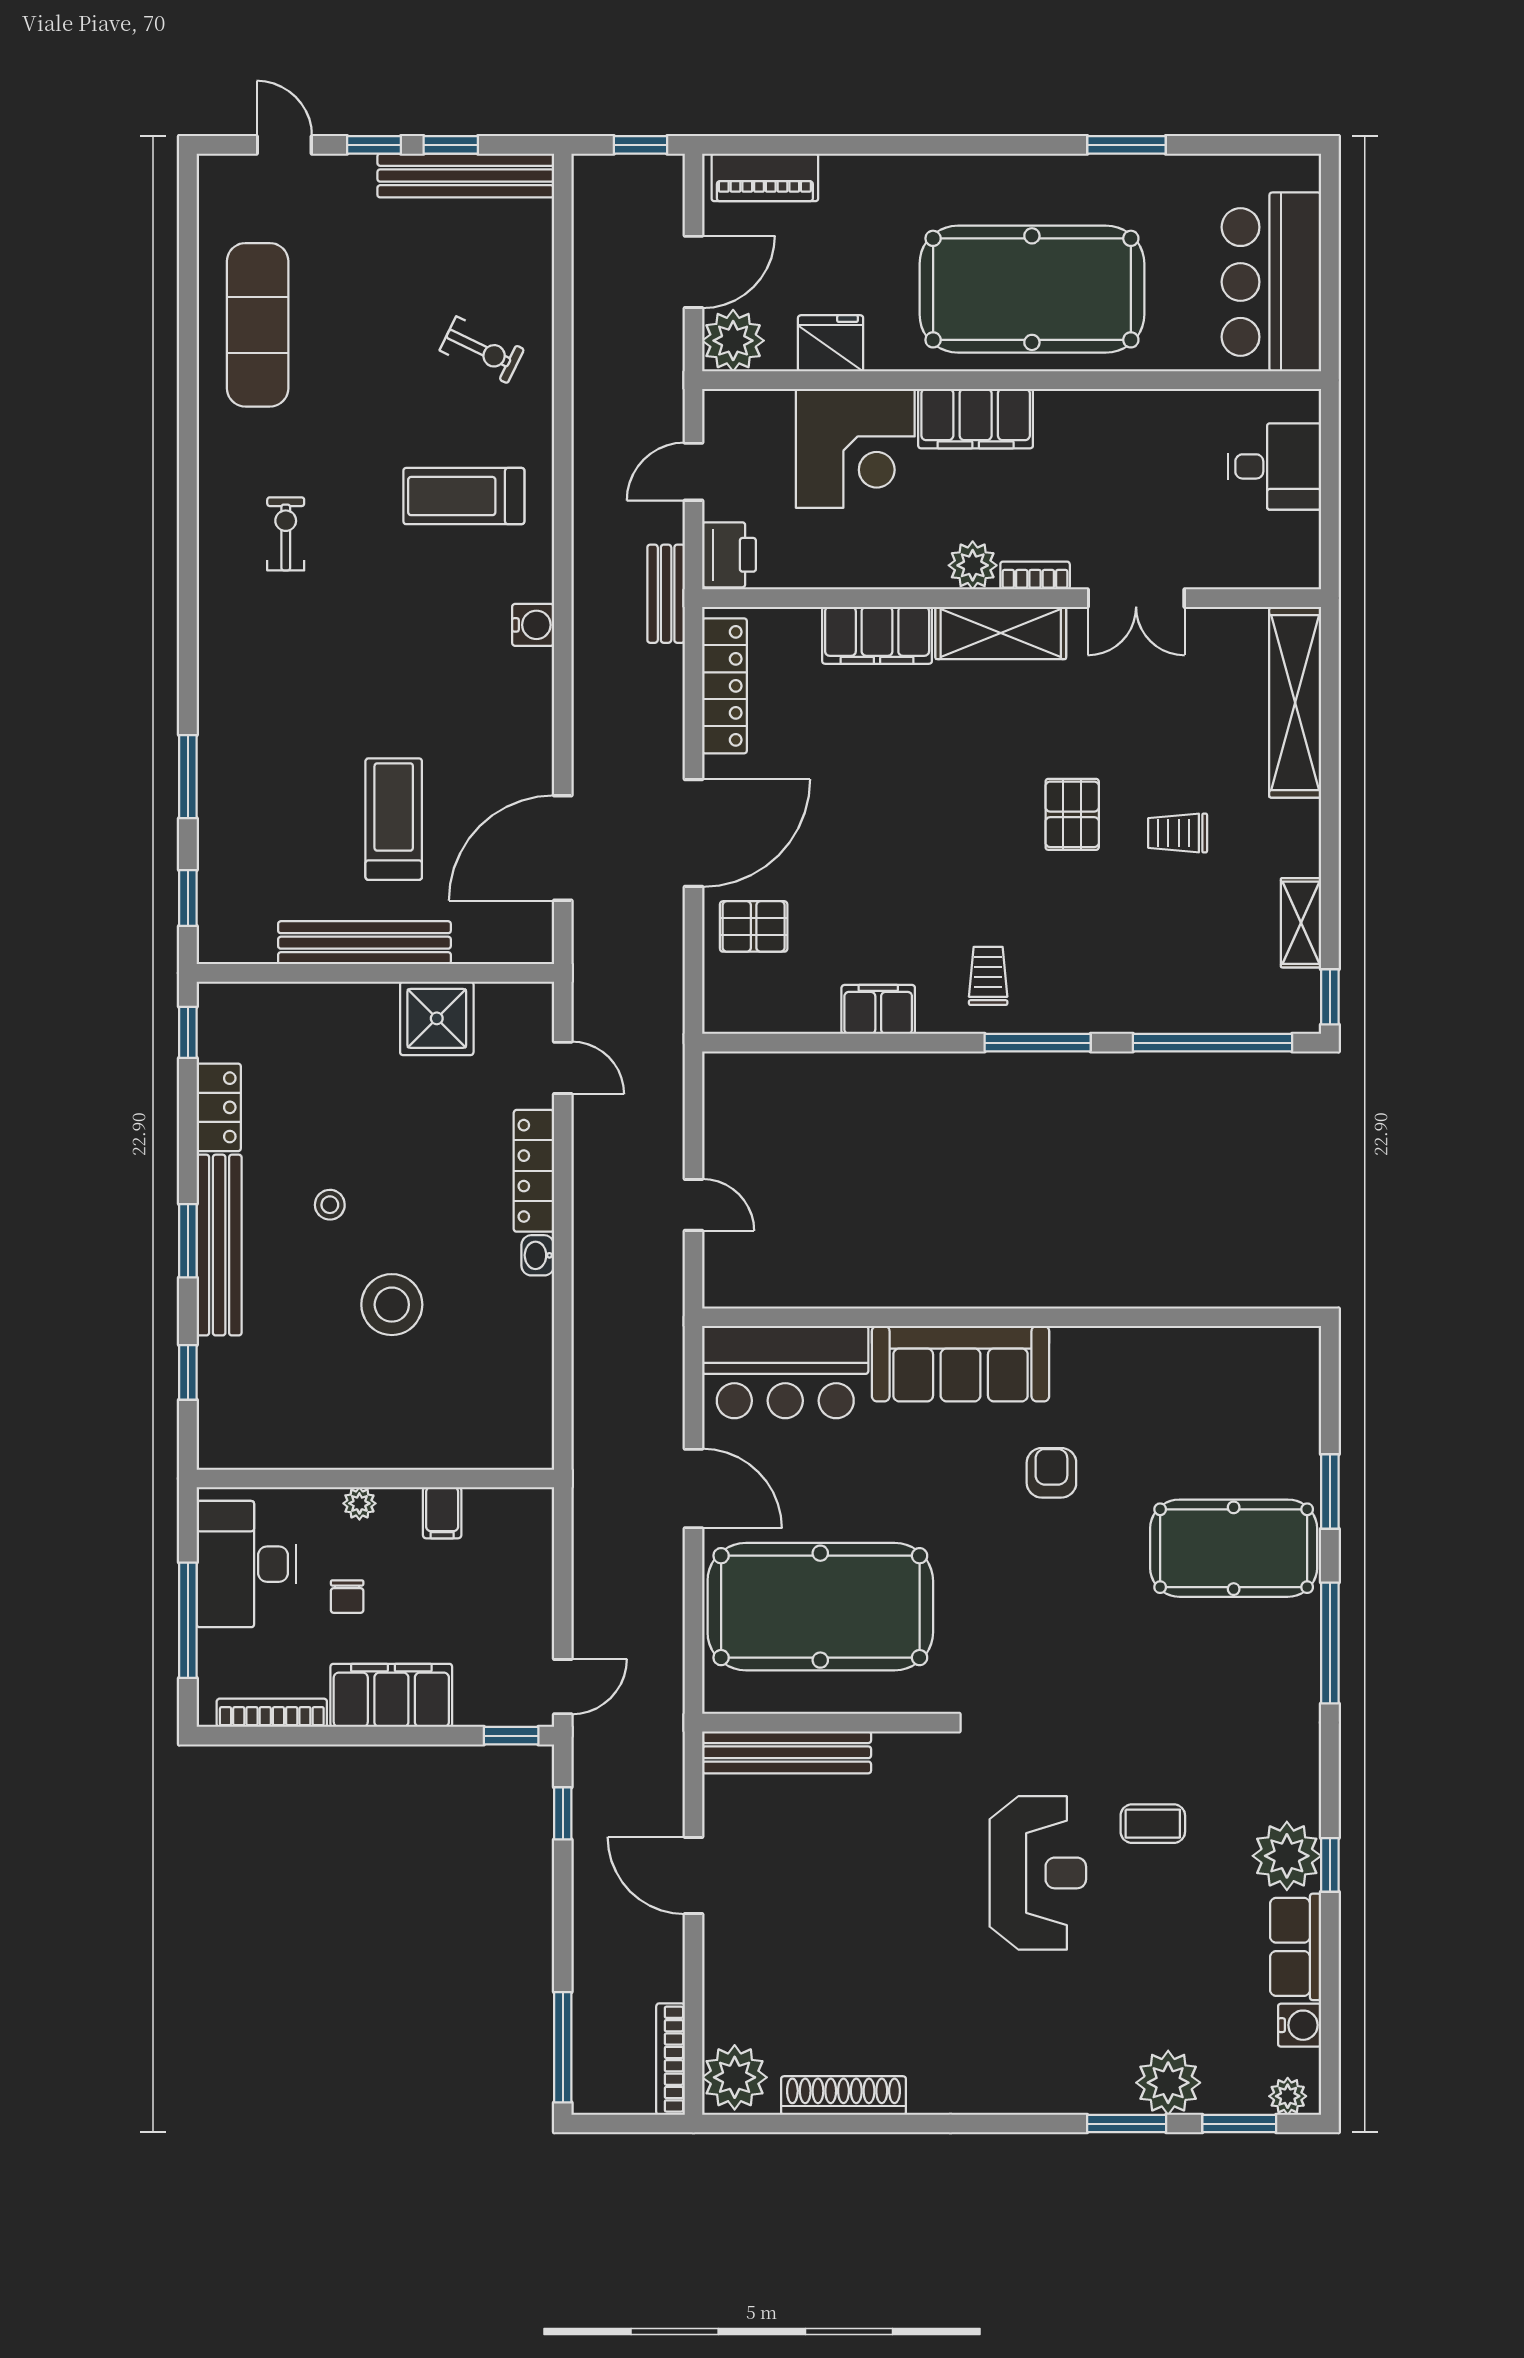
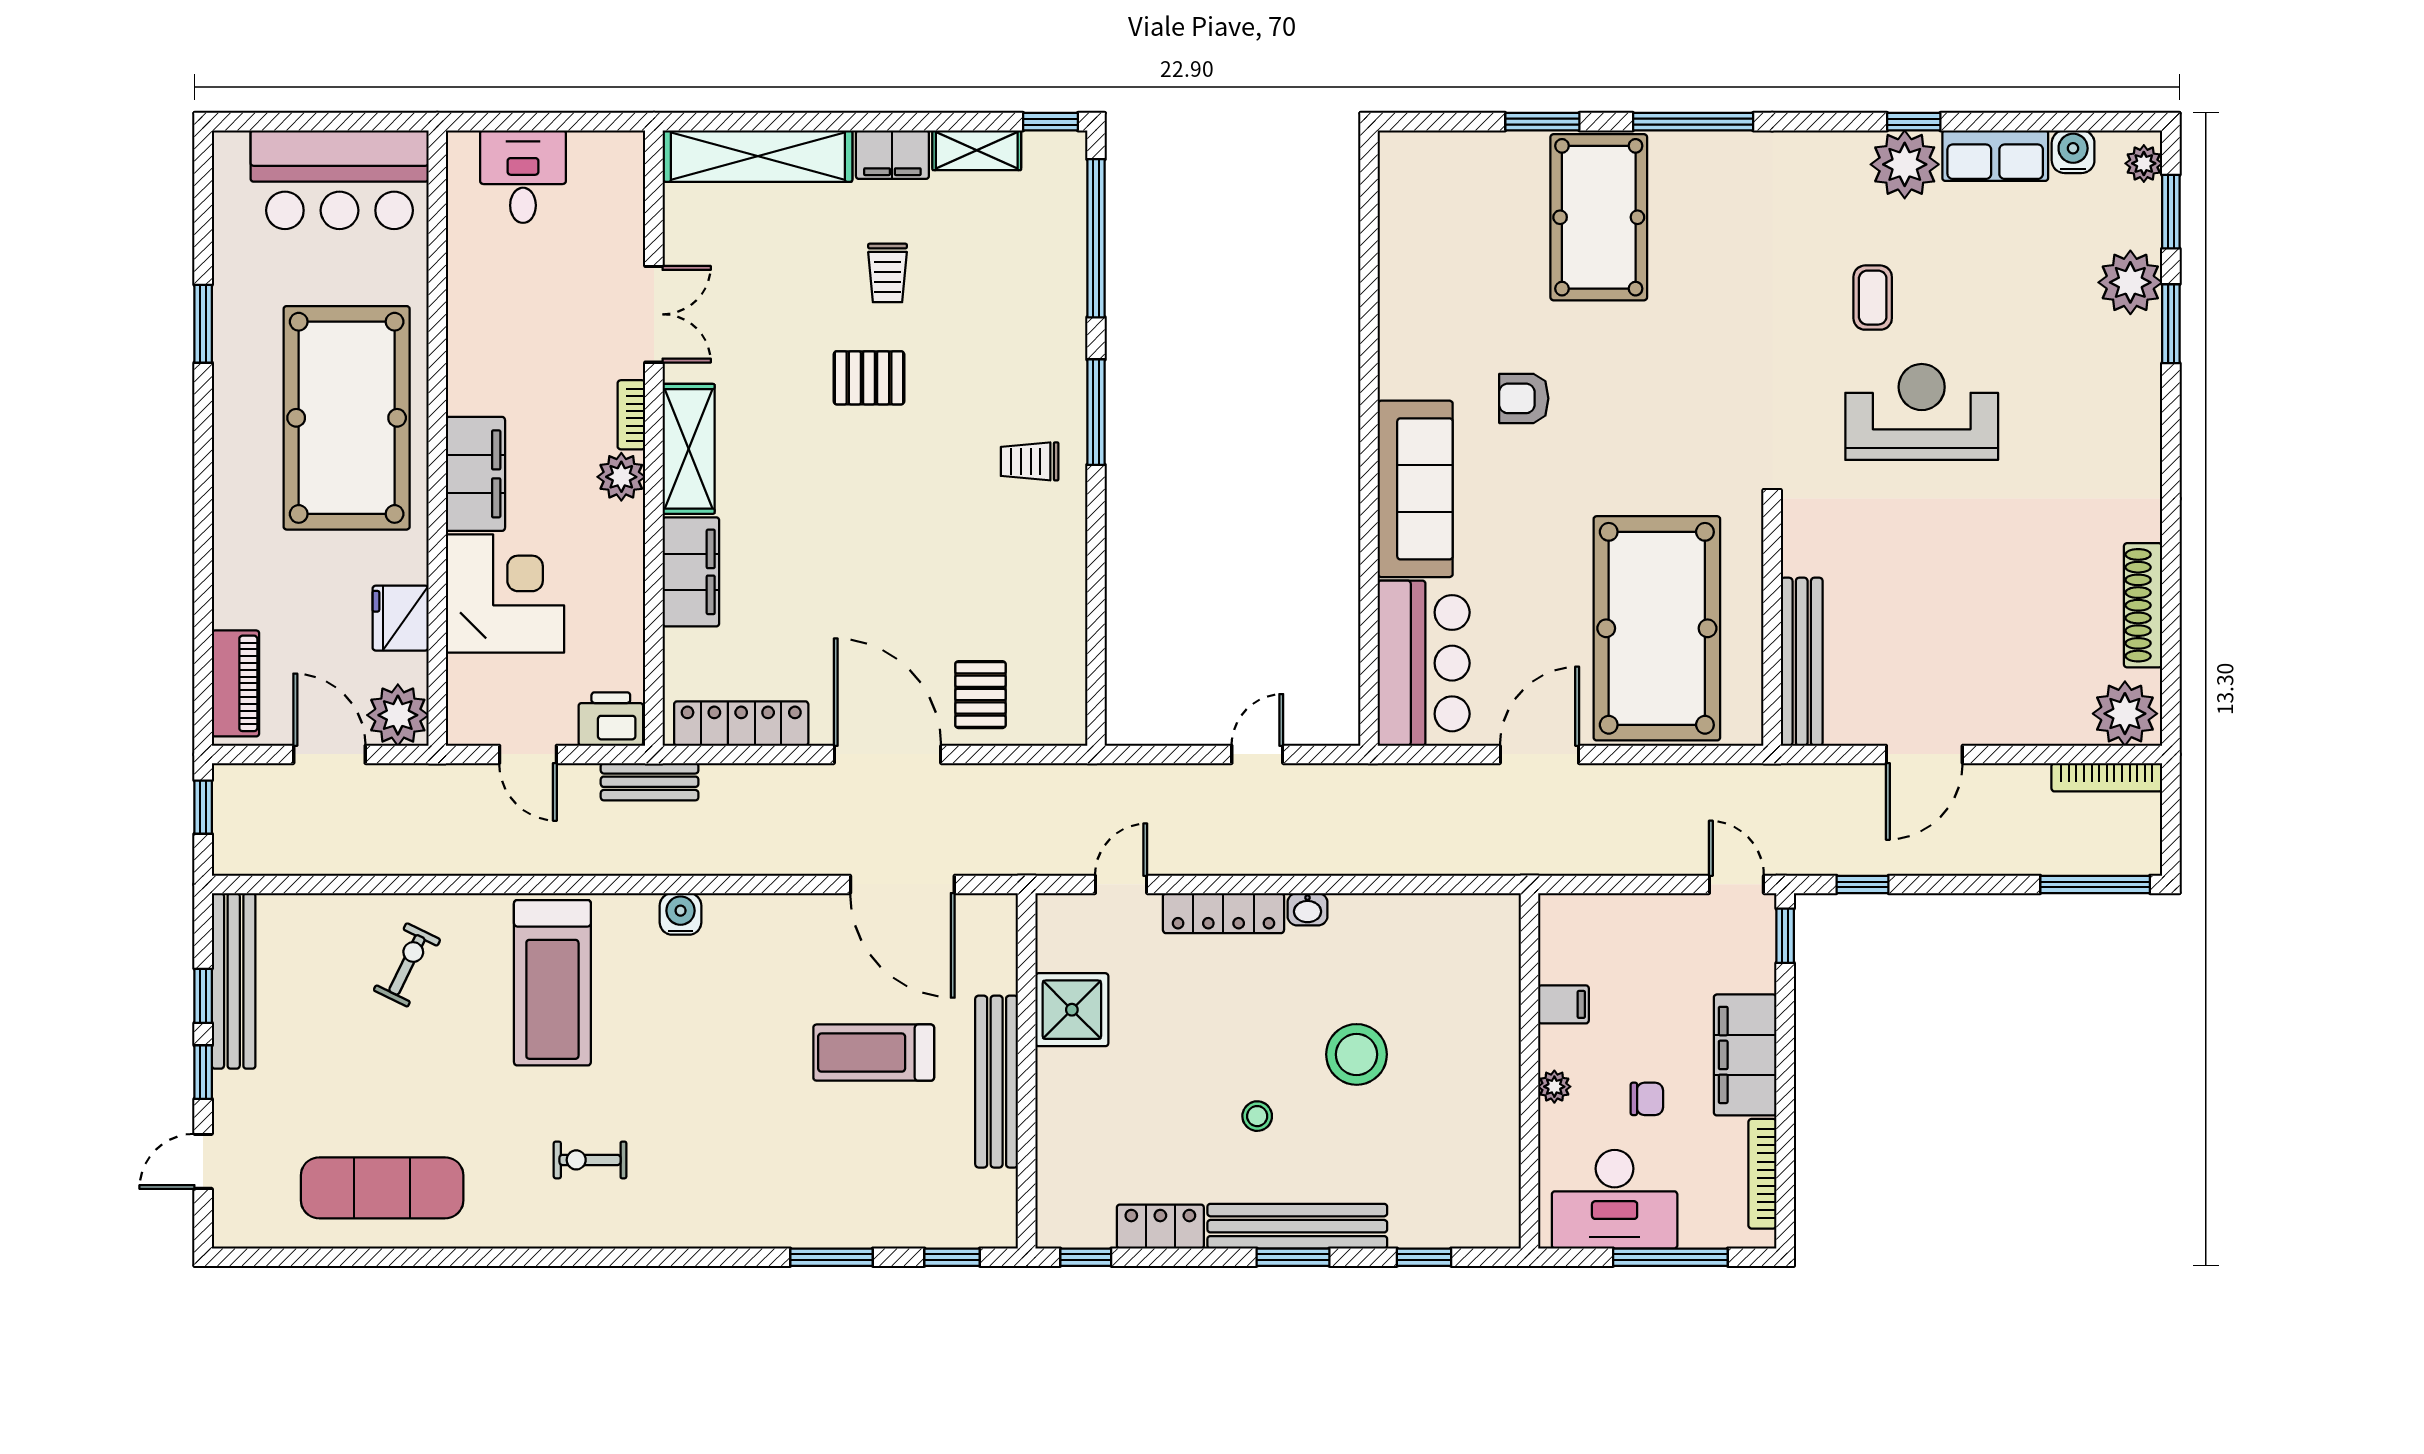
treadmill: (464, 496) -> (552, 983), width x1.37, depth x1.38
filing cabinet: (878, 1009) -> (892, 155), moved, turned -90

